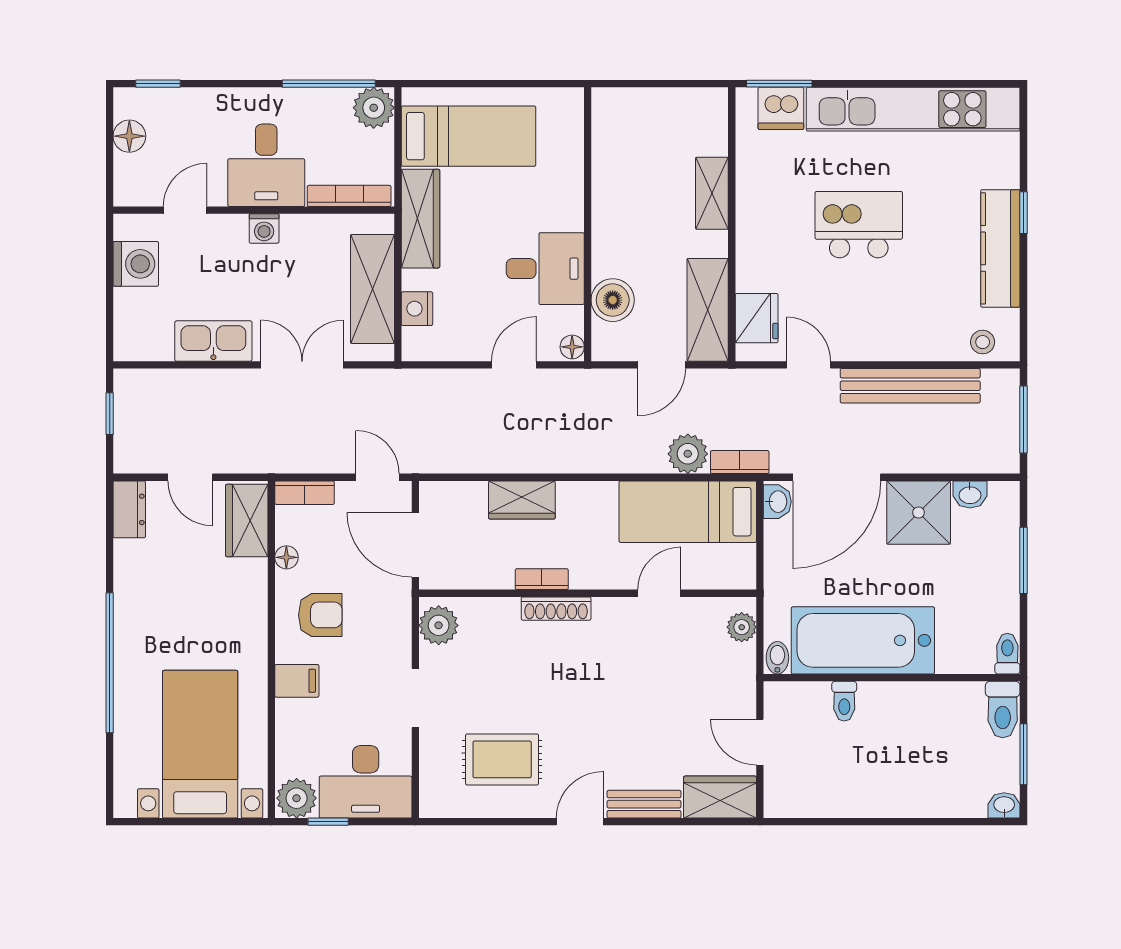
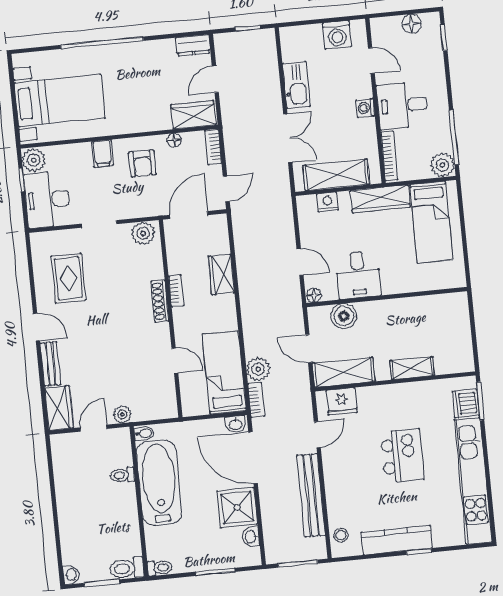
plant: (742, 627) -> (122, 414), moved

